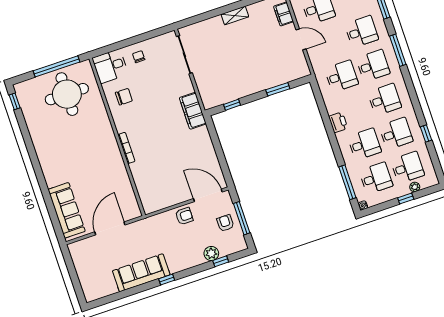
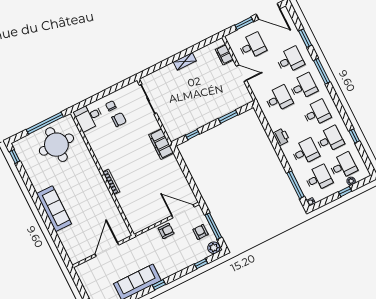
chair: (124, 97) -> (119, 120), moved
sofa: (67, 210) -> (54, 209), moved
plant: (211, 253) -> (214, 248), moved

